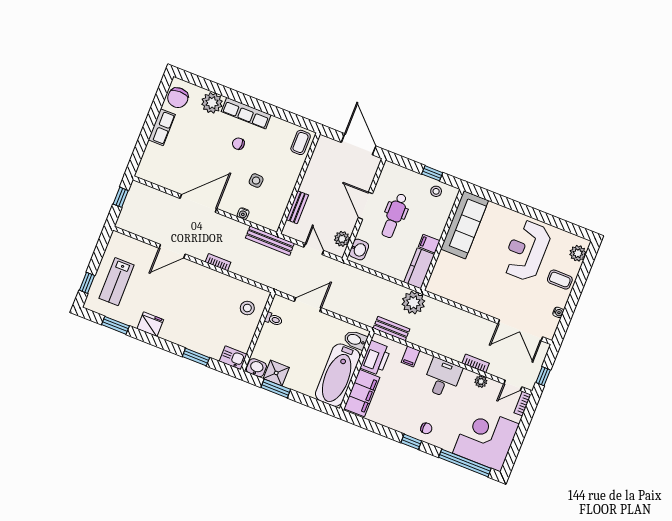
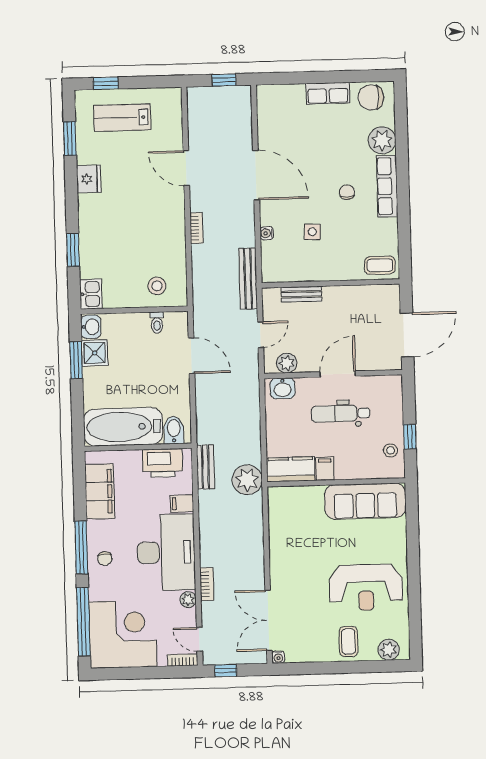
reception desk: (526, 251) -> (366, 587), turned 180
water cooler: (558, 312) -> (278, 657), moved
desk: (442, 378) -> (166, 552), width x1.87, depth x1.30
filing cabinet: (362, 393) -> (100, 491), moved, turned -90
window: (411, 442) -> (81, 548), width x2.17

